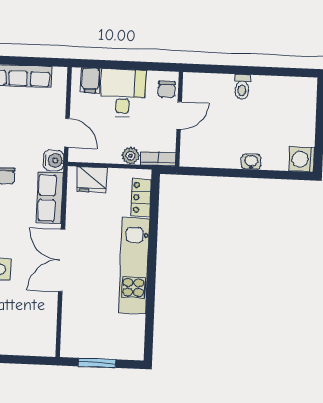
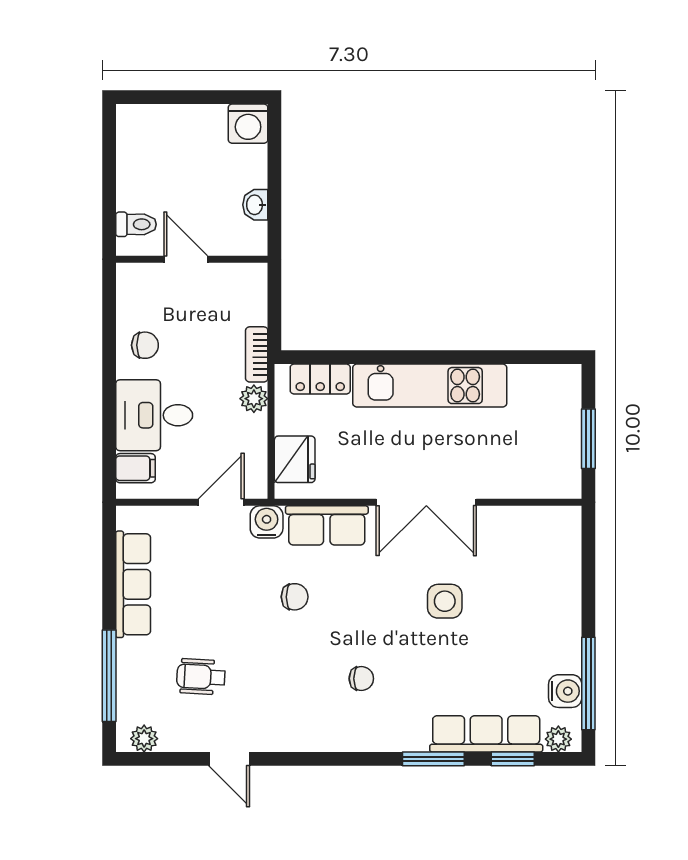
door: (179, 115) -> (186, 259), moved
wall: (179, 119) -> (192, 259), moved

